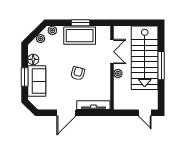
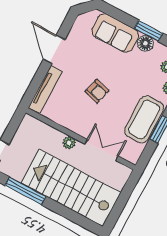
double door: (112, 52) -> (101, 150), swing flipped
window: (161, 66) -> (26, 191), moved
window: (25, 77) -> (149, 31), moved

